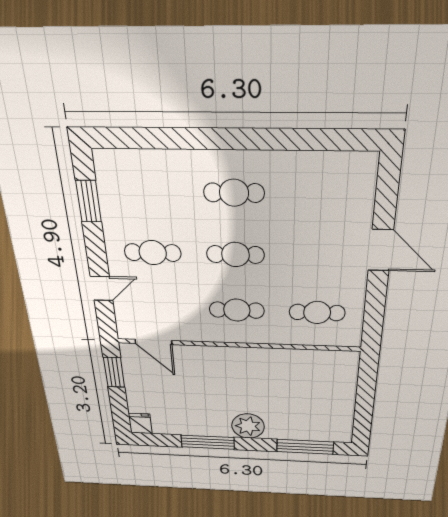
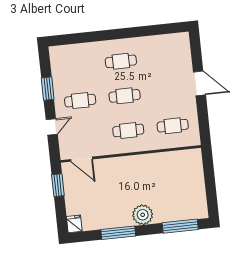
window: (89, 201) -> (48, 89), moved

